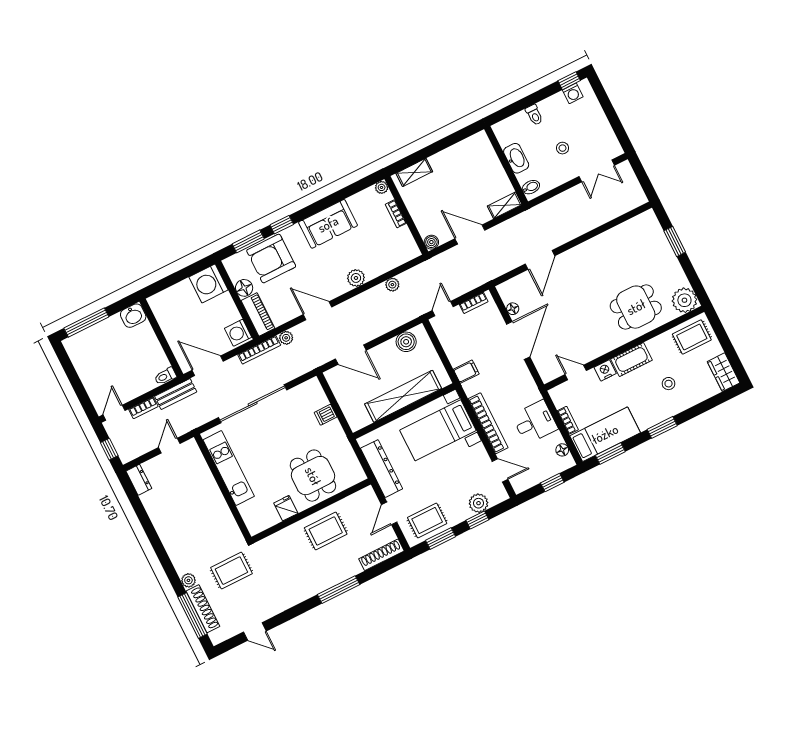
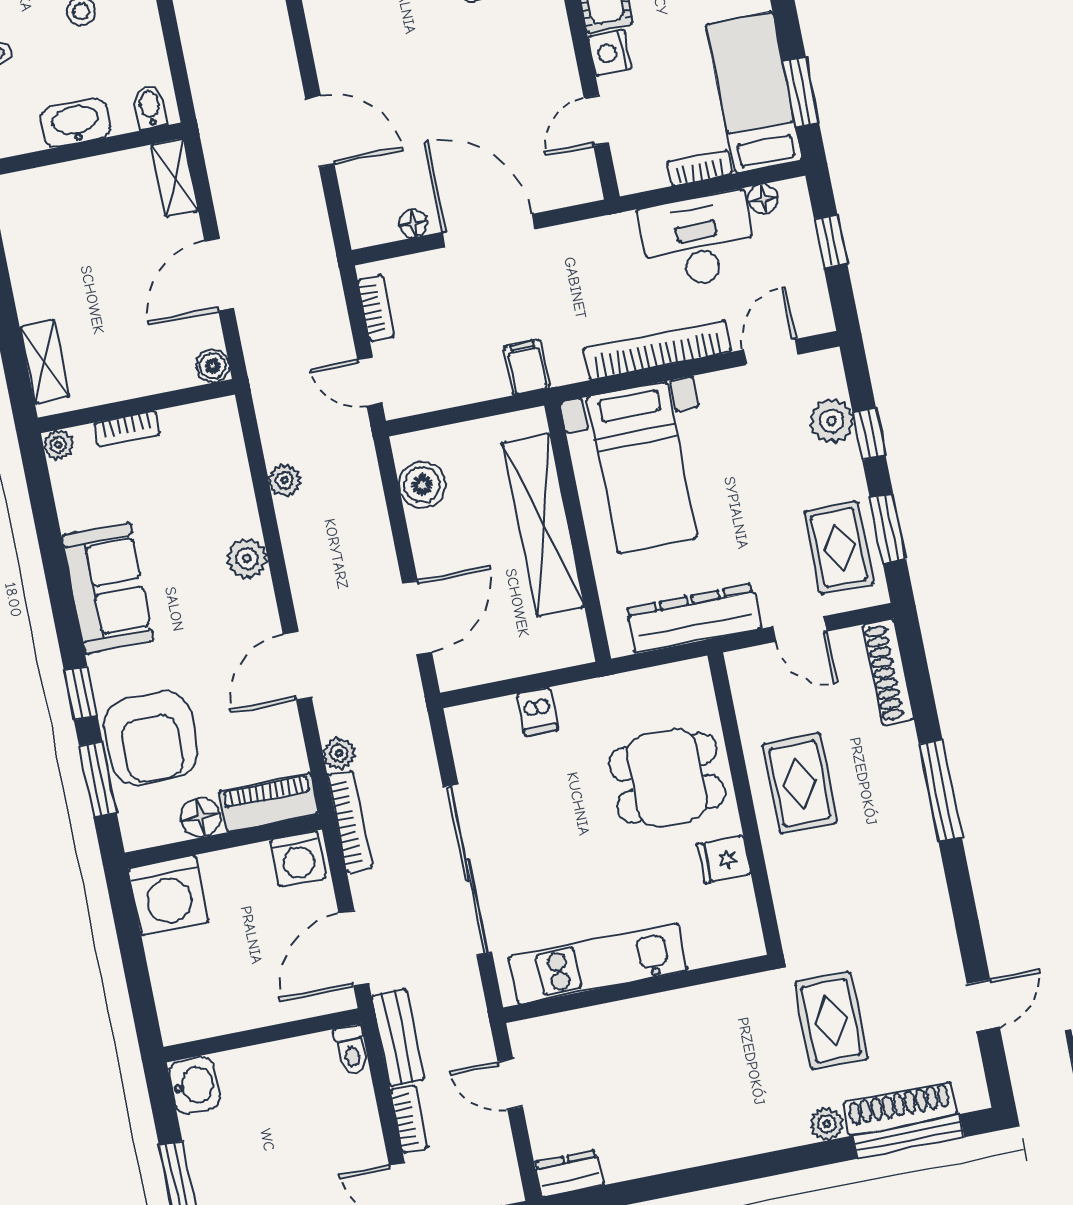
desk: (535, 422) -> (698, 241), width x1.37

